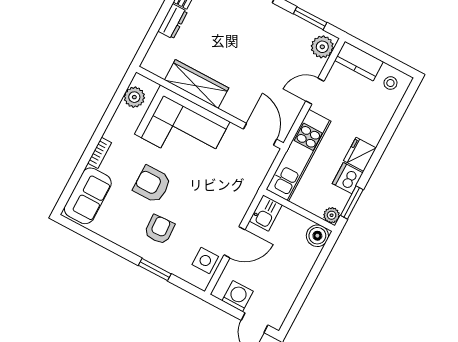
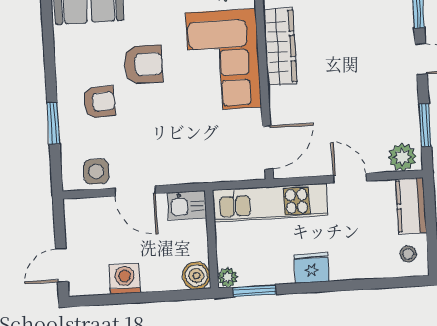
dishwasher: (348, 178) -> (278, 270), removed
armchair: (152, 184) -> (143, 64), turned 90
washing machine: (238, 296) -> (125, 279), moved, turned -90

